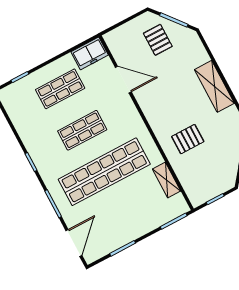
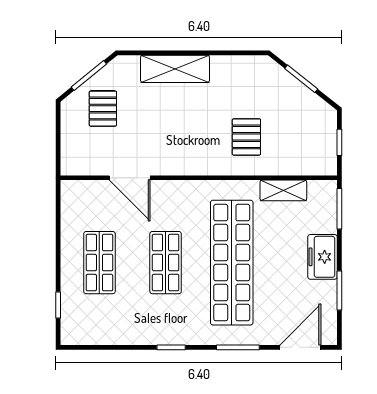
pallet: (158, 40) -> (103, 109), turned 90
freezer: (90, 53) -> (322, 257), moved, turned 180
door: (123, 80) -> (130, 178), swing flipped
shelving: (214, 86) -> (175, 69), moved
door: (74, 243) -> (300, 347), hinge flipped

